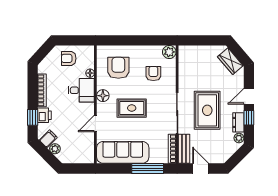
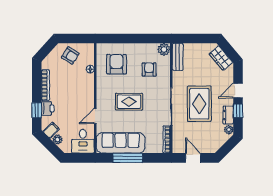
armchair: (69, 58) -> (70, 55), turned -148
desk: (81, 90) -> (83, 141), moved, turned 90
floor lamp: (103, 96) -> (102, 90), removed
bench: (184, 149) -> (178, 57), moved
window: (148, 168) -> (128, 158), moved

